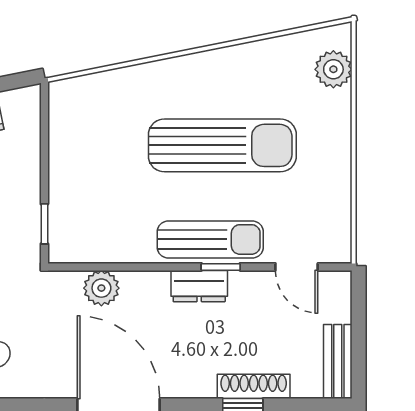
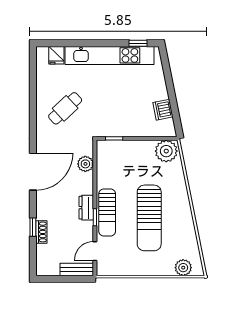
plant: (73, 107) -> (166, 151), added
bench: (338, 362) -> (77, 270), moved
shoe rack: (254, 386) -> (41, 232), width x0.70

